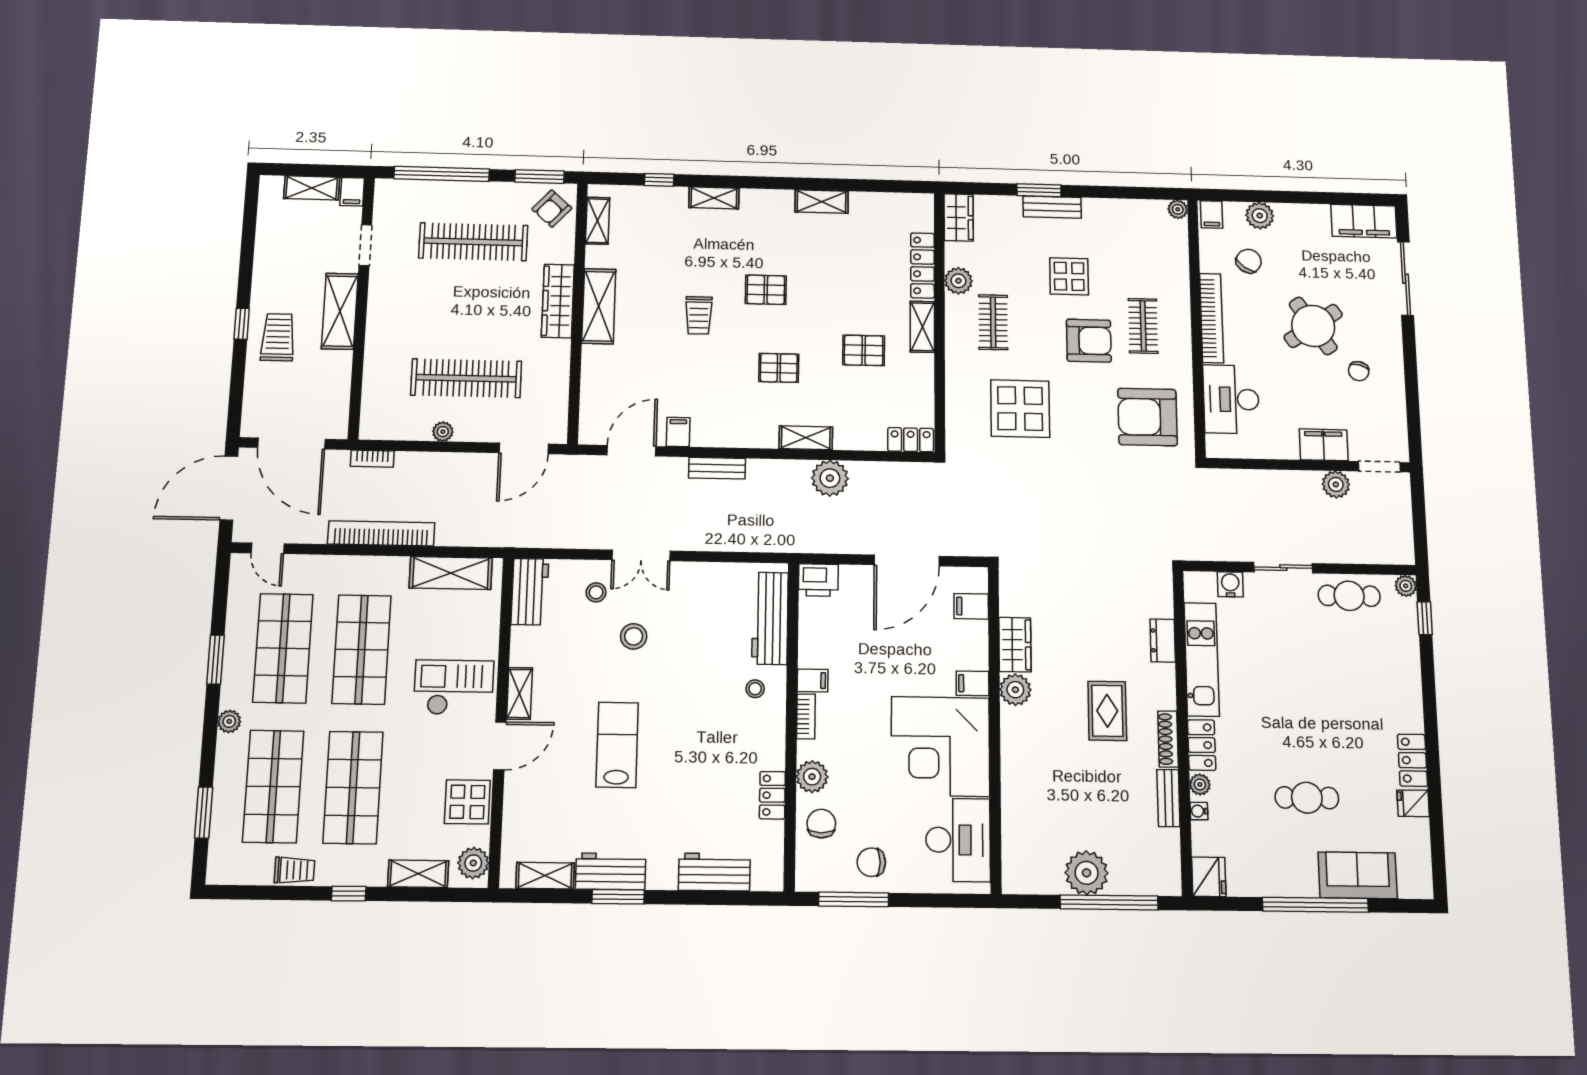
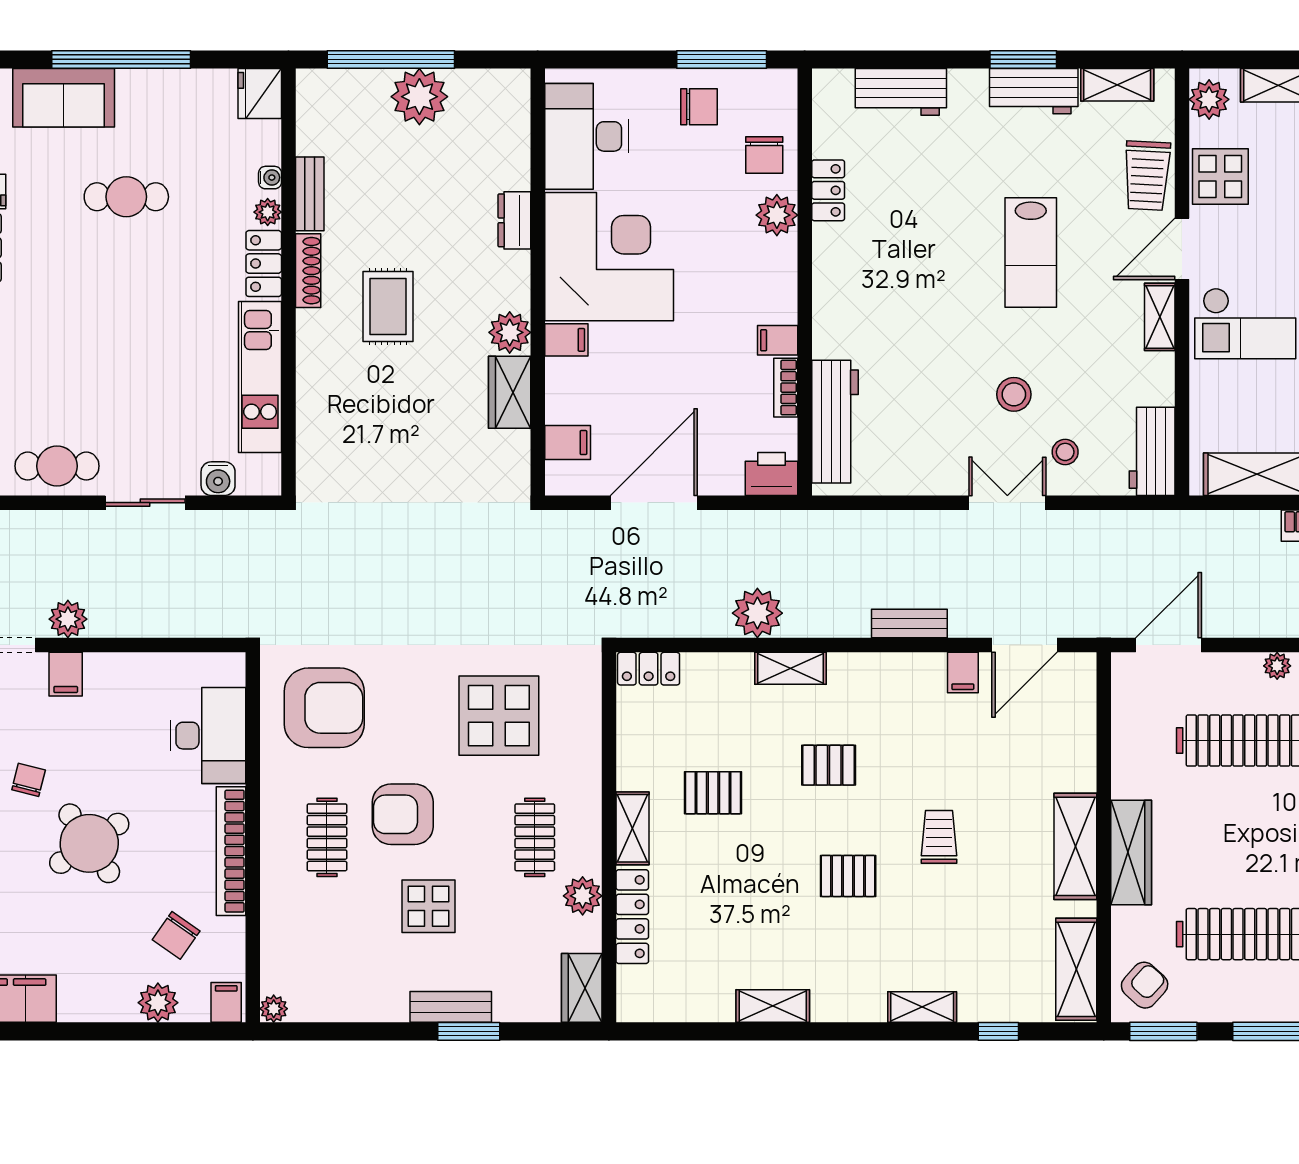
shelving: (598, 221) -> (1076, 969), width x1.50, depth x1.33
filing cabinet: (1324, 445) -> (66, 674), width x0.50
dresser: (1163, 641) -> (514, 220), moved, turned 180
stool: (755, 689) -> (853, 328), removed
bookcase: (806, 716) -> (786, 388), moved
trolley: (525, 803) -> (1147, 176), added

